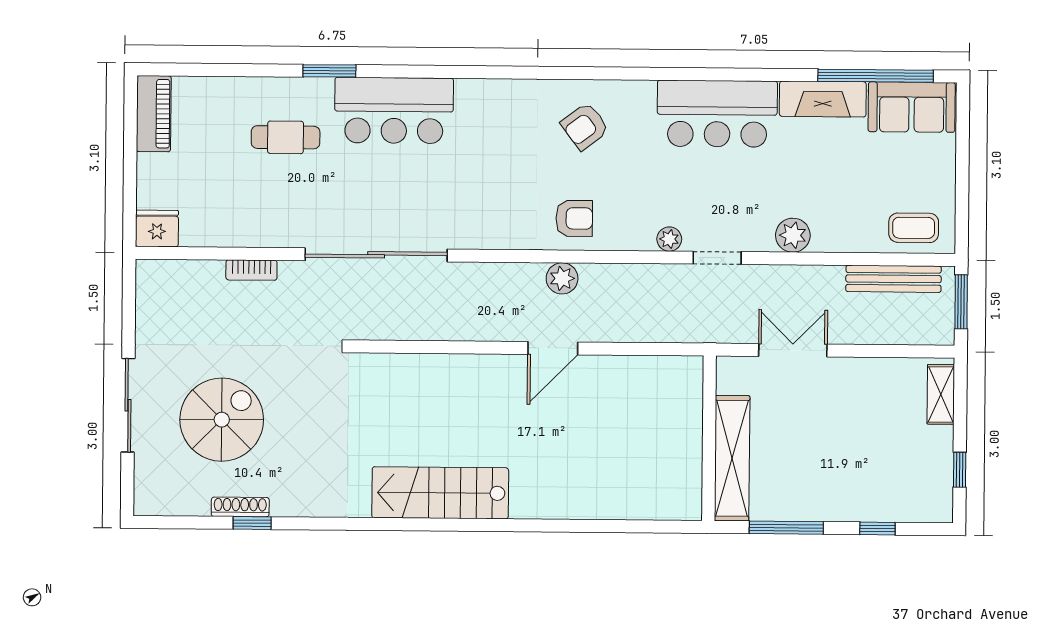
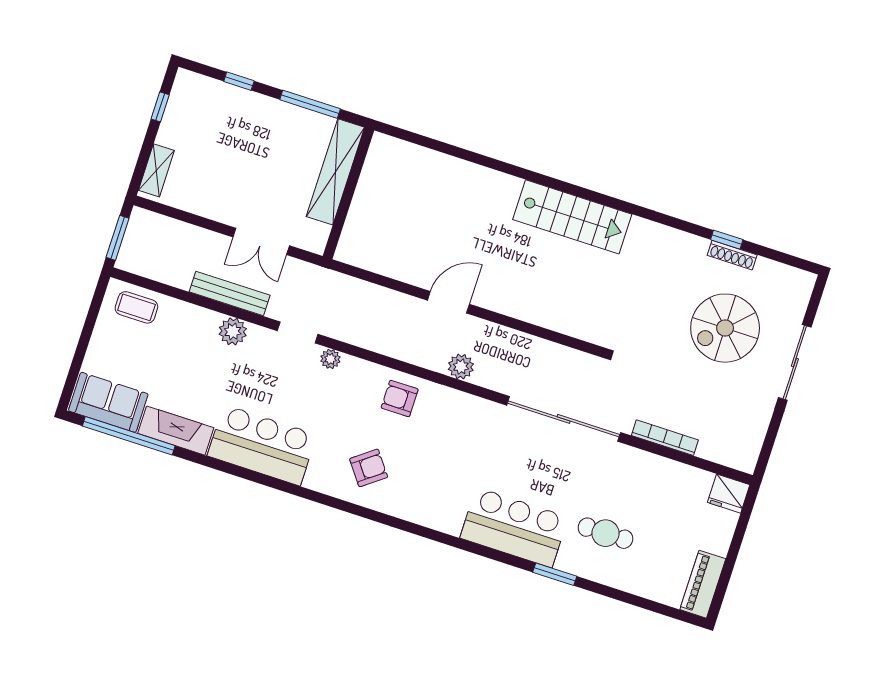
bookcase: (251, 270) -> (665, 438), width x1.56
plant: (562, 278) -> (461, 367), moved
bench: (894, 279) -> (230, 294), moved

